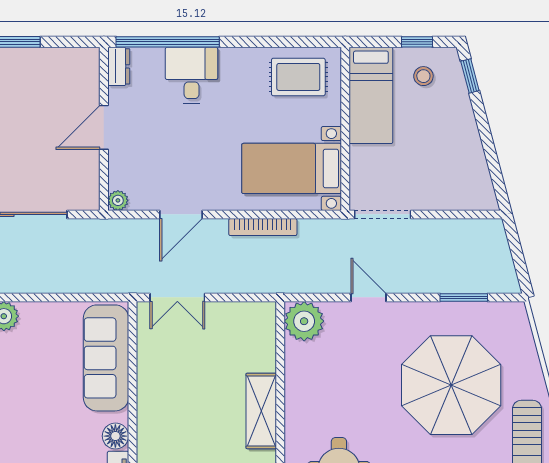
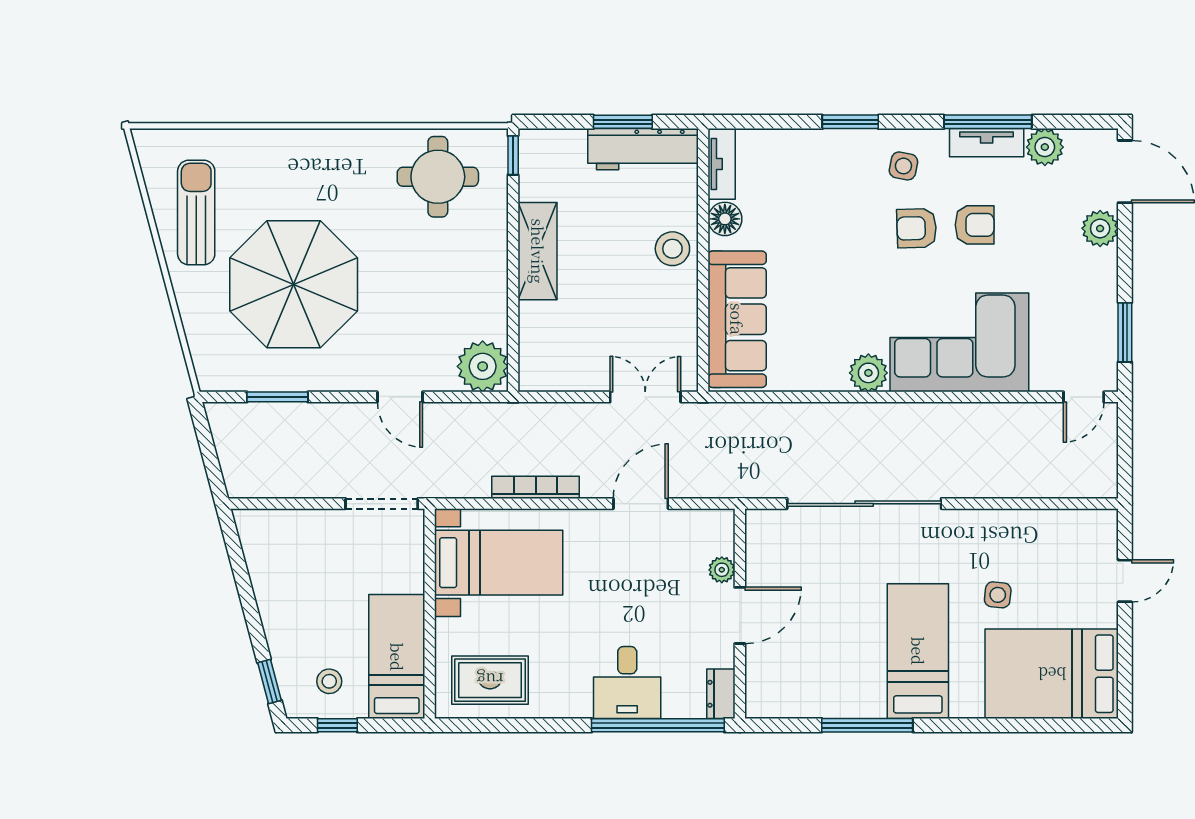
plant: (118, 200) -> (722, 570), moved
stool: (156, 413) -> (672, 249), added

